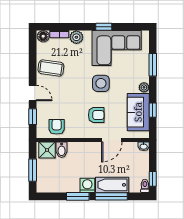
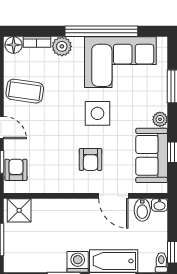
window: (104, 27) -> (101, 31), width x3.17
armchair: (96, 115) -> (91, 159), turned 90
armchair: (57, 127) -> (16, 170), moved
door: (112, 140) -> (113, 196), hinge flipped
bidet: (62, 150) -> (142, 210), moved

